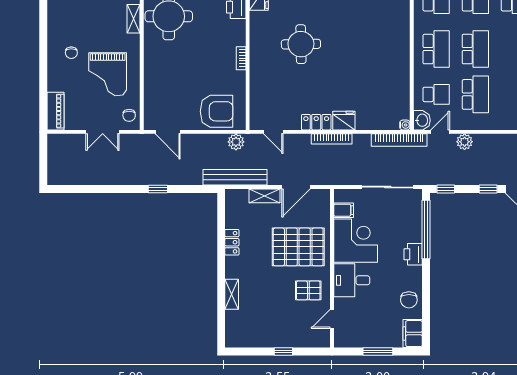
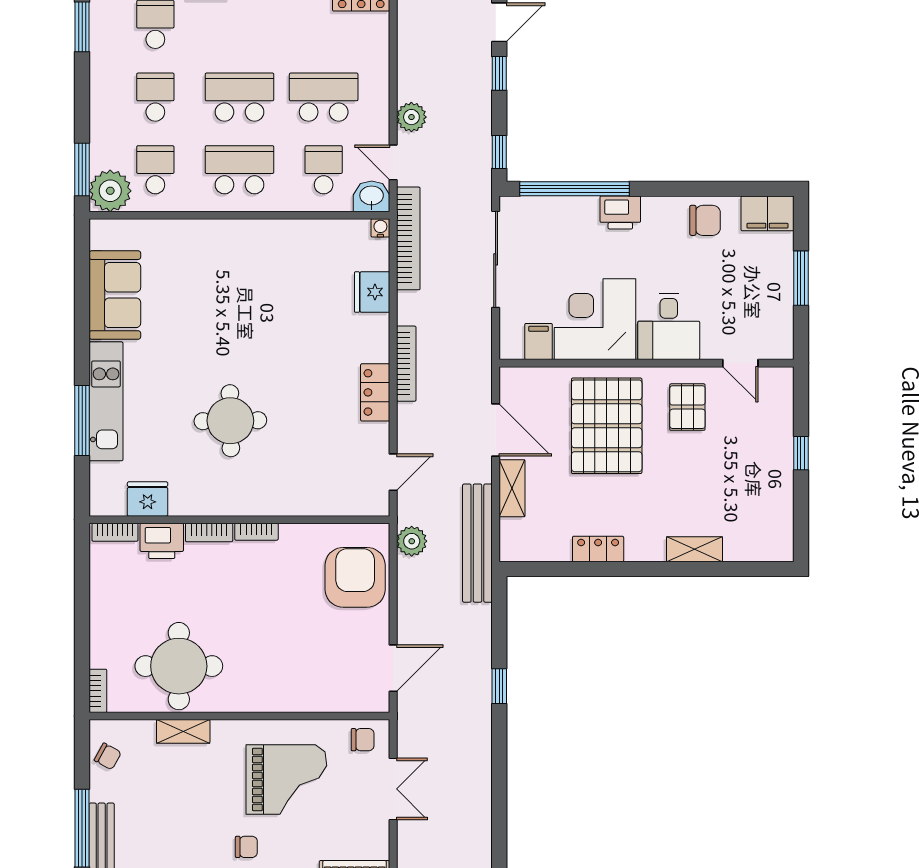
bookcase: (241, 33) -> (209, 532), added
fridge: (344, 121) -> (372, 292), moved

